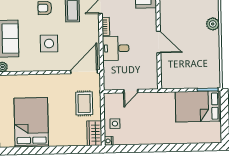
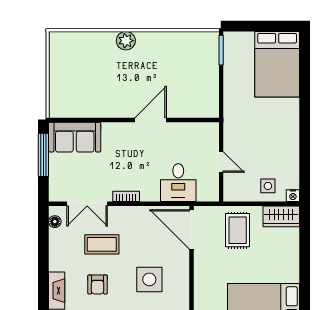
desk: (116, 48) -> (178, 183), moved
rug: (84, 103) -> (238, 230), turned 90
bed: (198, 106) -> (277, 64), moved

